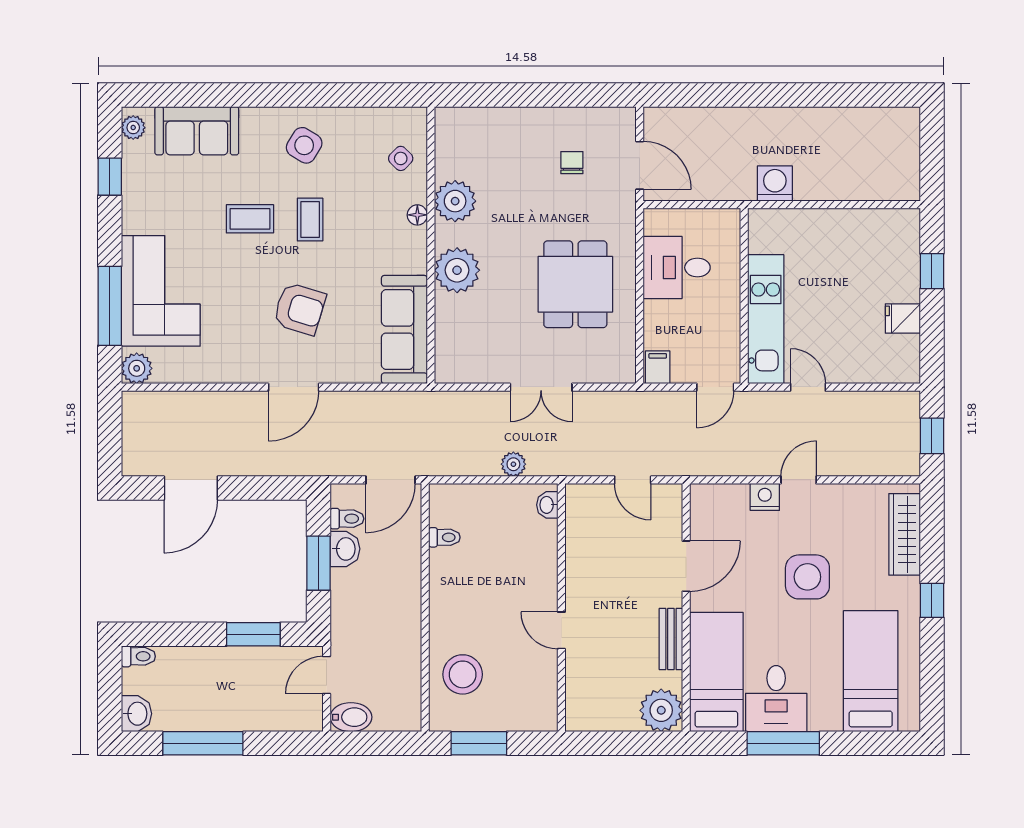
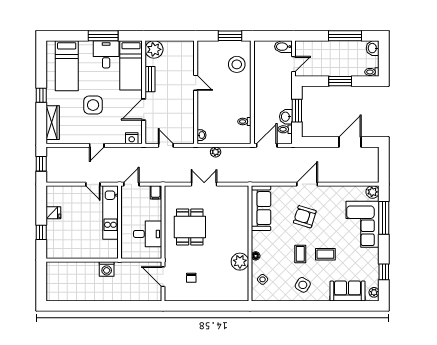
plant: (457, 270) -> (239, 233), removed
nightstand: (765, 497) -> (132, 138), moved
window: (253, 634) -> (340, 81), moved

